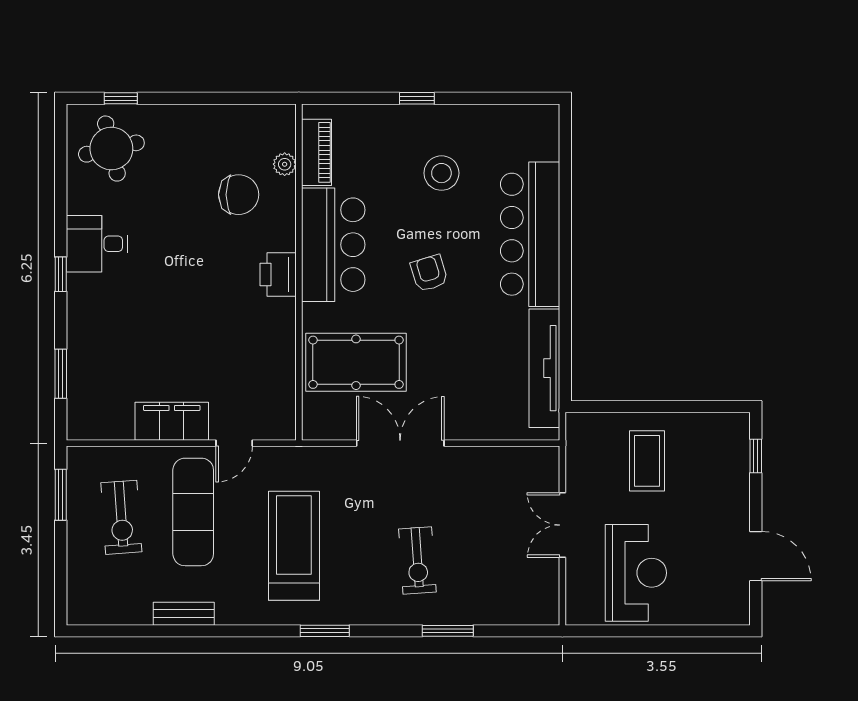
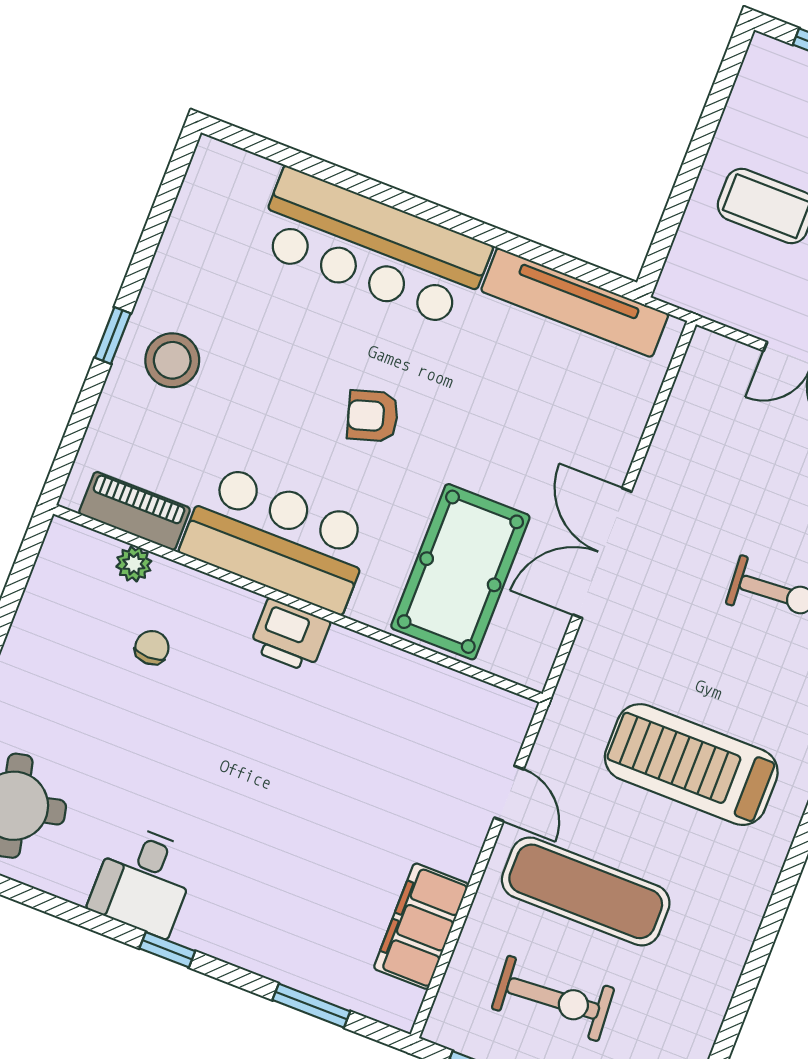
stool: (441, 173) -> (172, 360), moved
chair: (239, 195) -> (152, 648), width x0.54, depth x0.54
filing cabinet: (172, 421) -> (421, 926), moved
bench: (184, 614) -> (727, 962), removed

